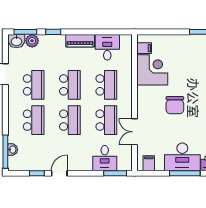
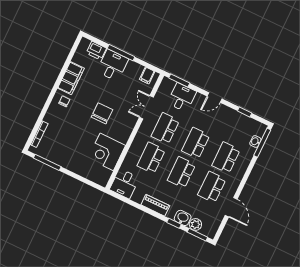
washbasin: (16, 41) -> (183, 218), moved
desk: (107, 47) -> (124, 184), moved
filing cabinet: (144, 48) -> (105, 173), removed
double door: (135, 132) -> (146, 107), swing flipped
desk: (182, 157) -> (113, 65), width x0.73
door: (59, 173) -> (214, 98), moved

